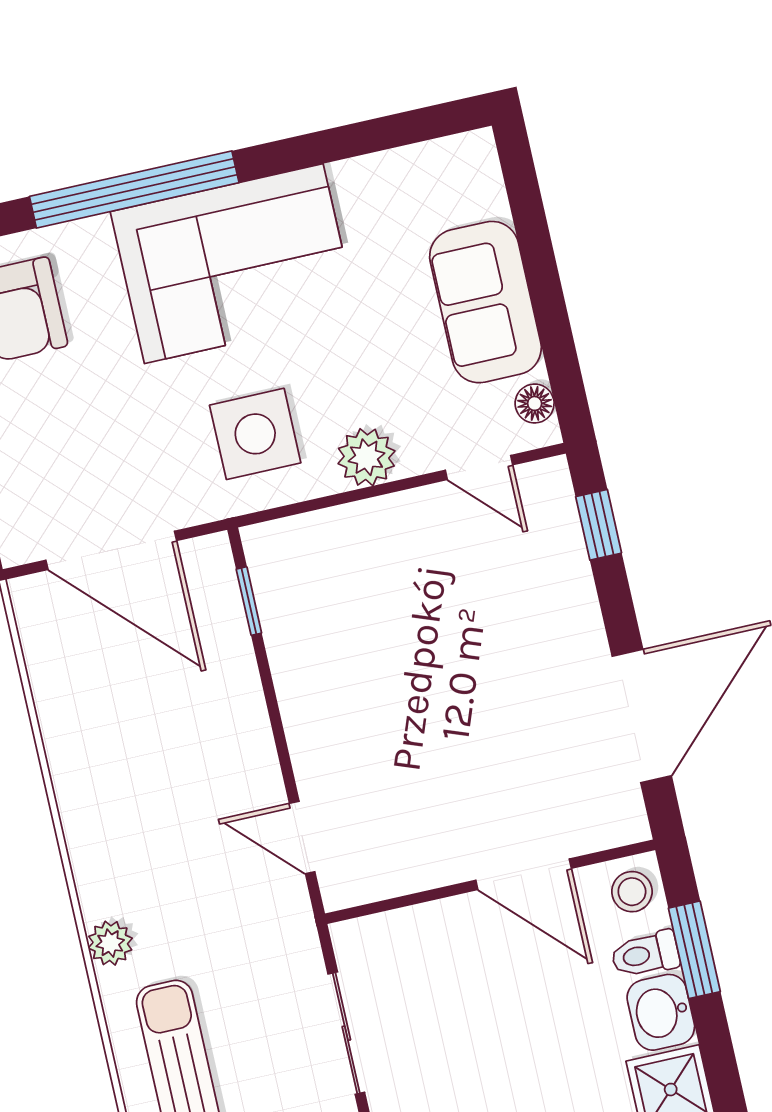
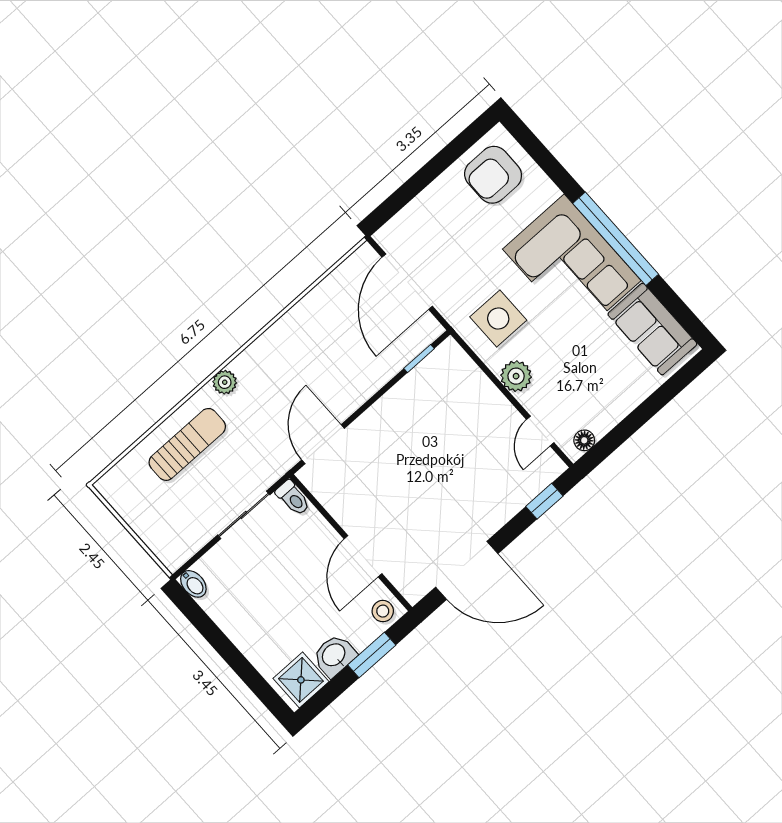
window: (134, 189) -> (616, 239), moved
sofa: (485, 302) -> (652, 329), moved, turned -90
door: (302, 838) -> (323, 444), width x1.38
toilet: (645, 954) -> (293, 498), moved, turned 180

